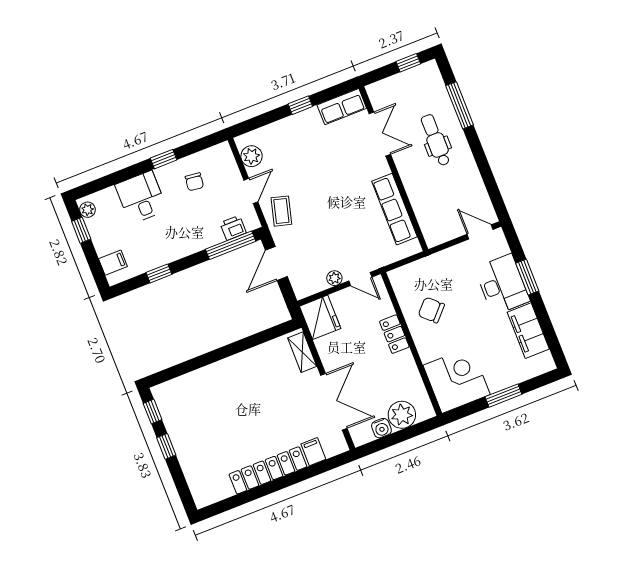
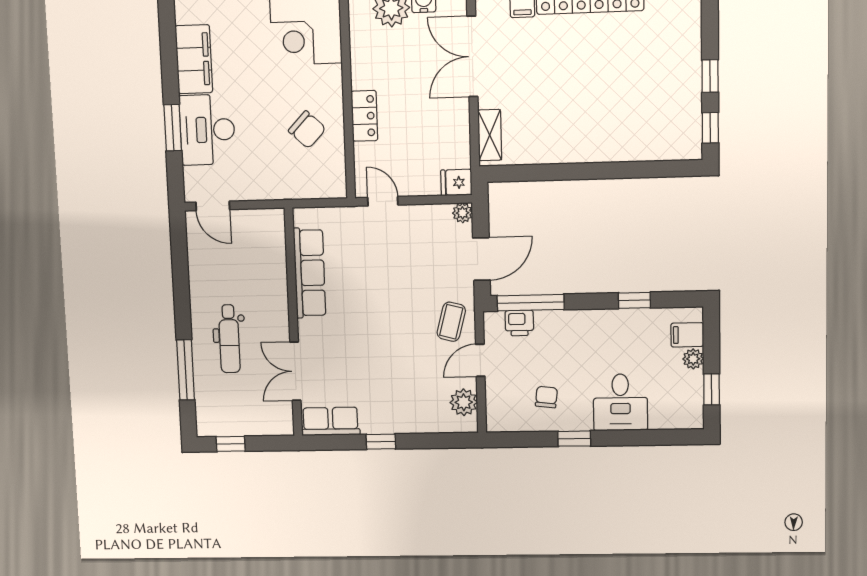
plant: (87, 210) -> (693, 359), moved
plant: (334, 278) -> (463, 213), moved
fridge: (320, 317) -> (456, 182), width x0.53, depth x0.75

